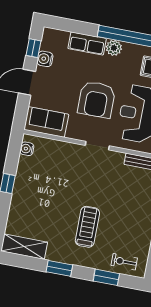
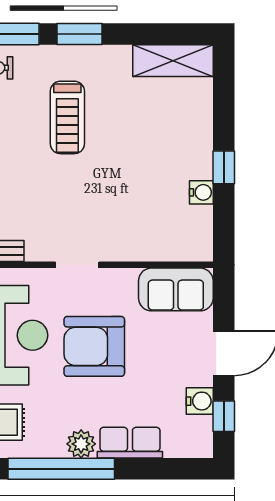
armchair: (97, 100) -> (94, 346), turned -90
water cooler: (27, 149) -> (201, 192), moved
window: (59, 268) -> (79, 34), moved

